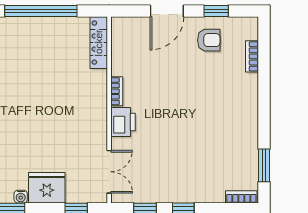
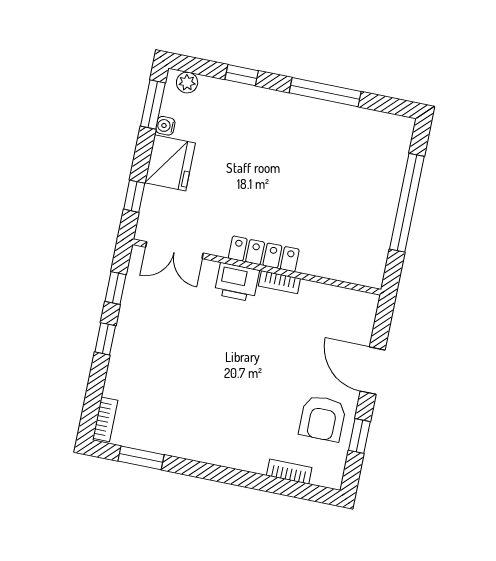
armchair: (209, 40) -> (323, 418), width x1.38, depth x1.38
locker: (99, 43) -> (264, 254), moved

